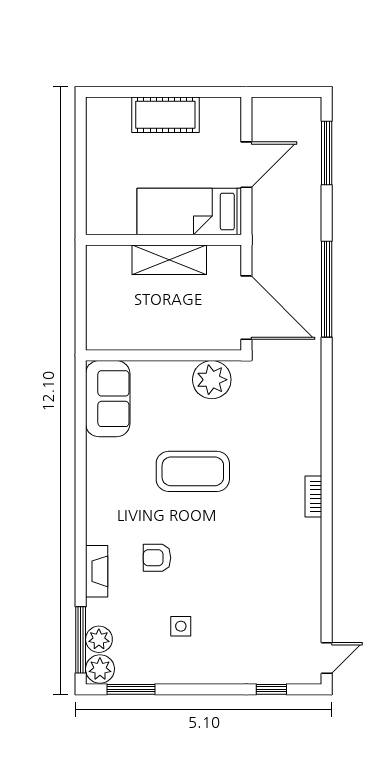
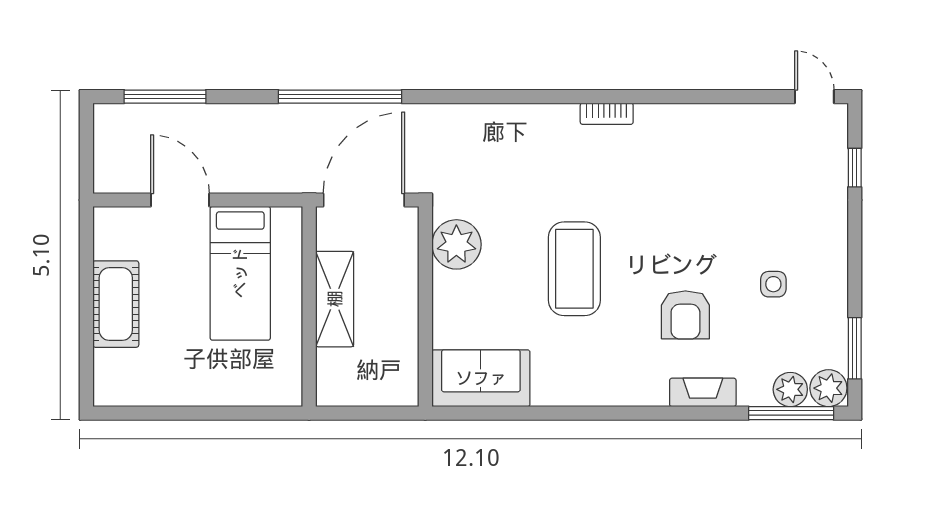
wall: (163, 240) -> (309, 307), moved
shelving: (169, 260) -> (335, 299), moved
armchair: (157, 558) -> (685, 315), width x1.38, depth x1.38

